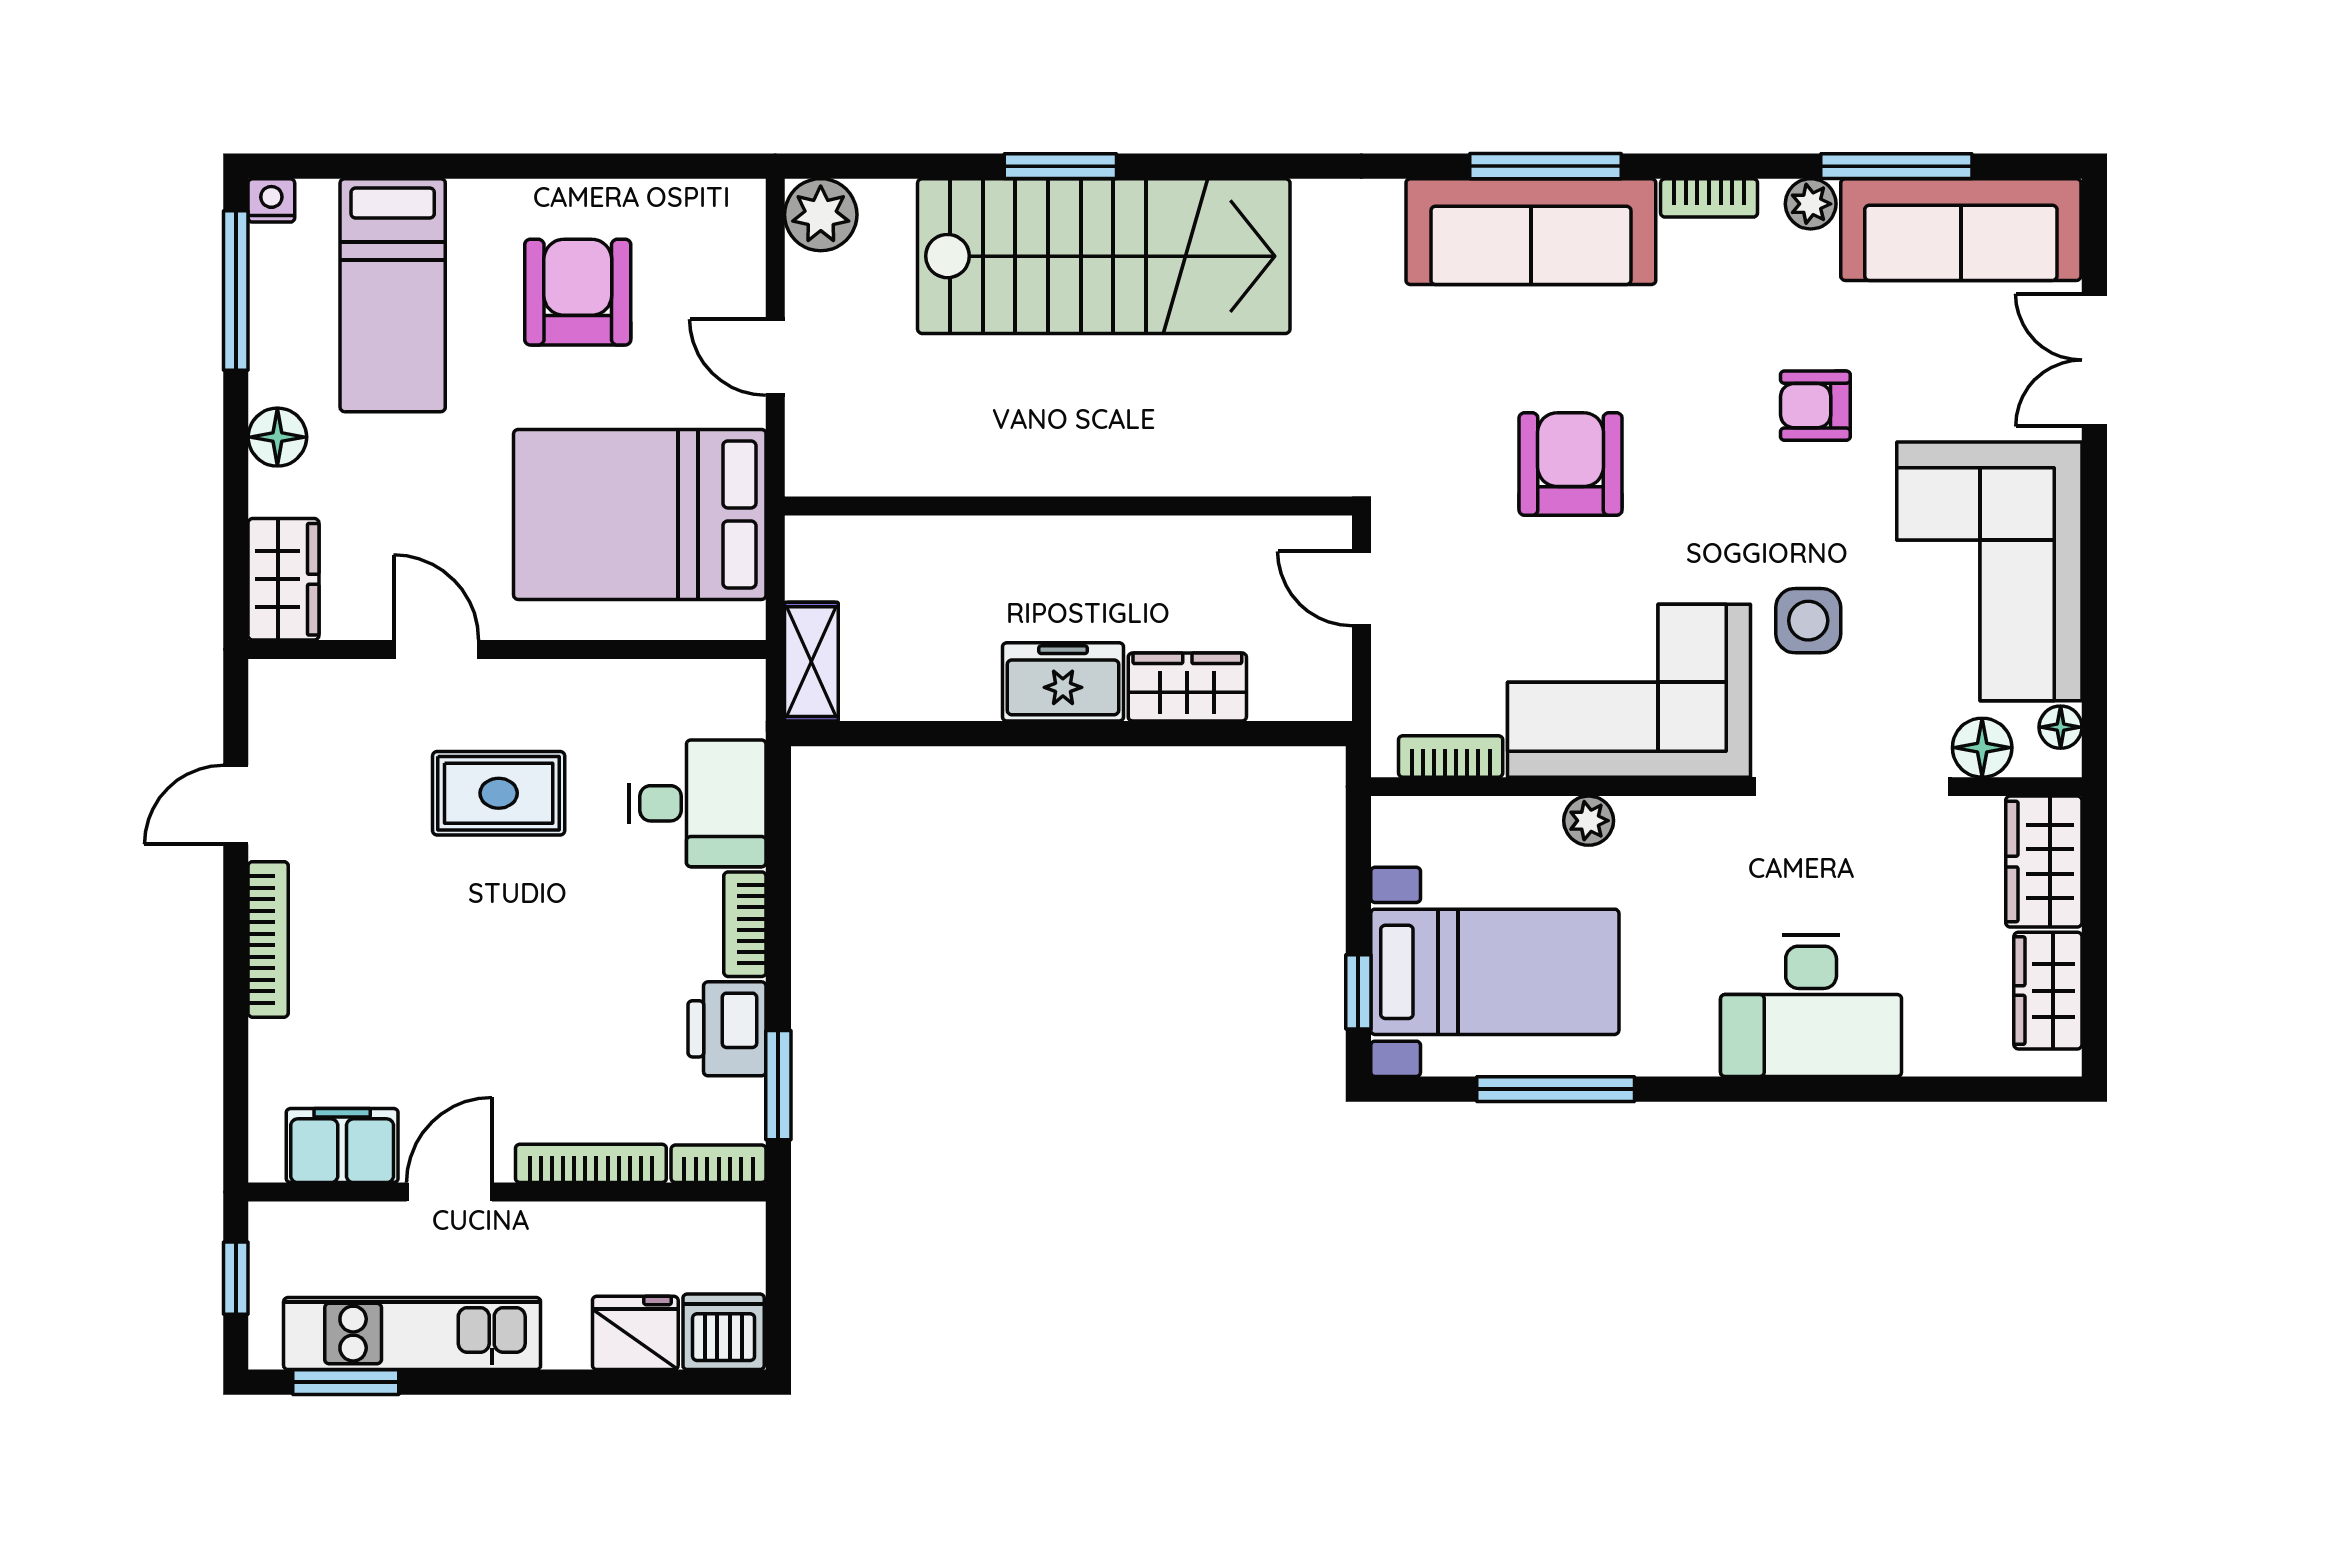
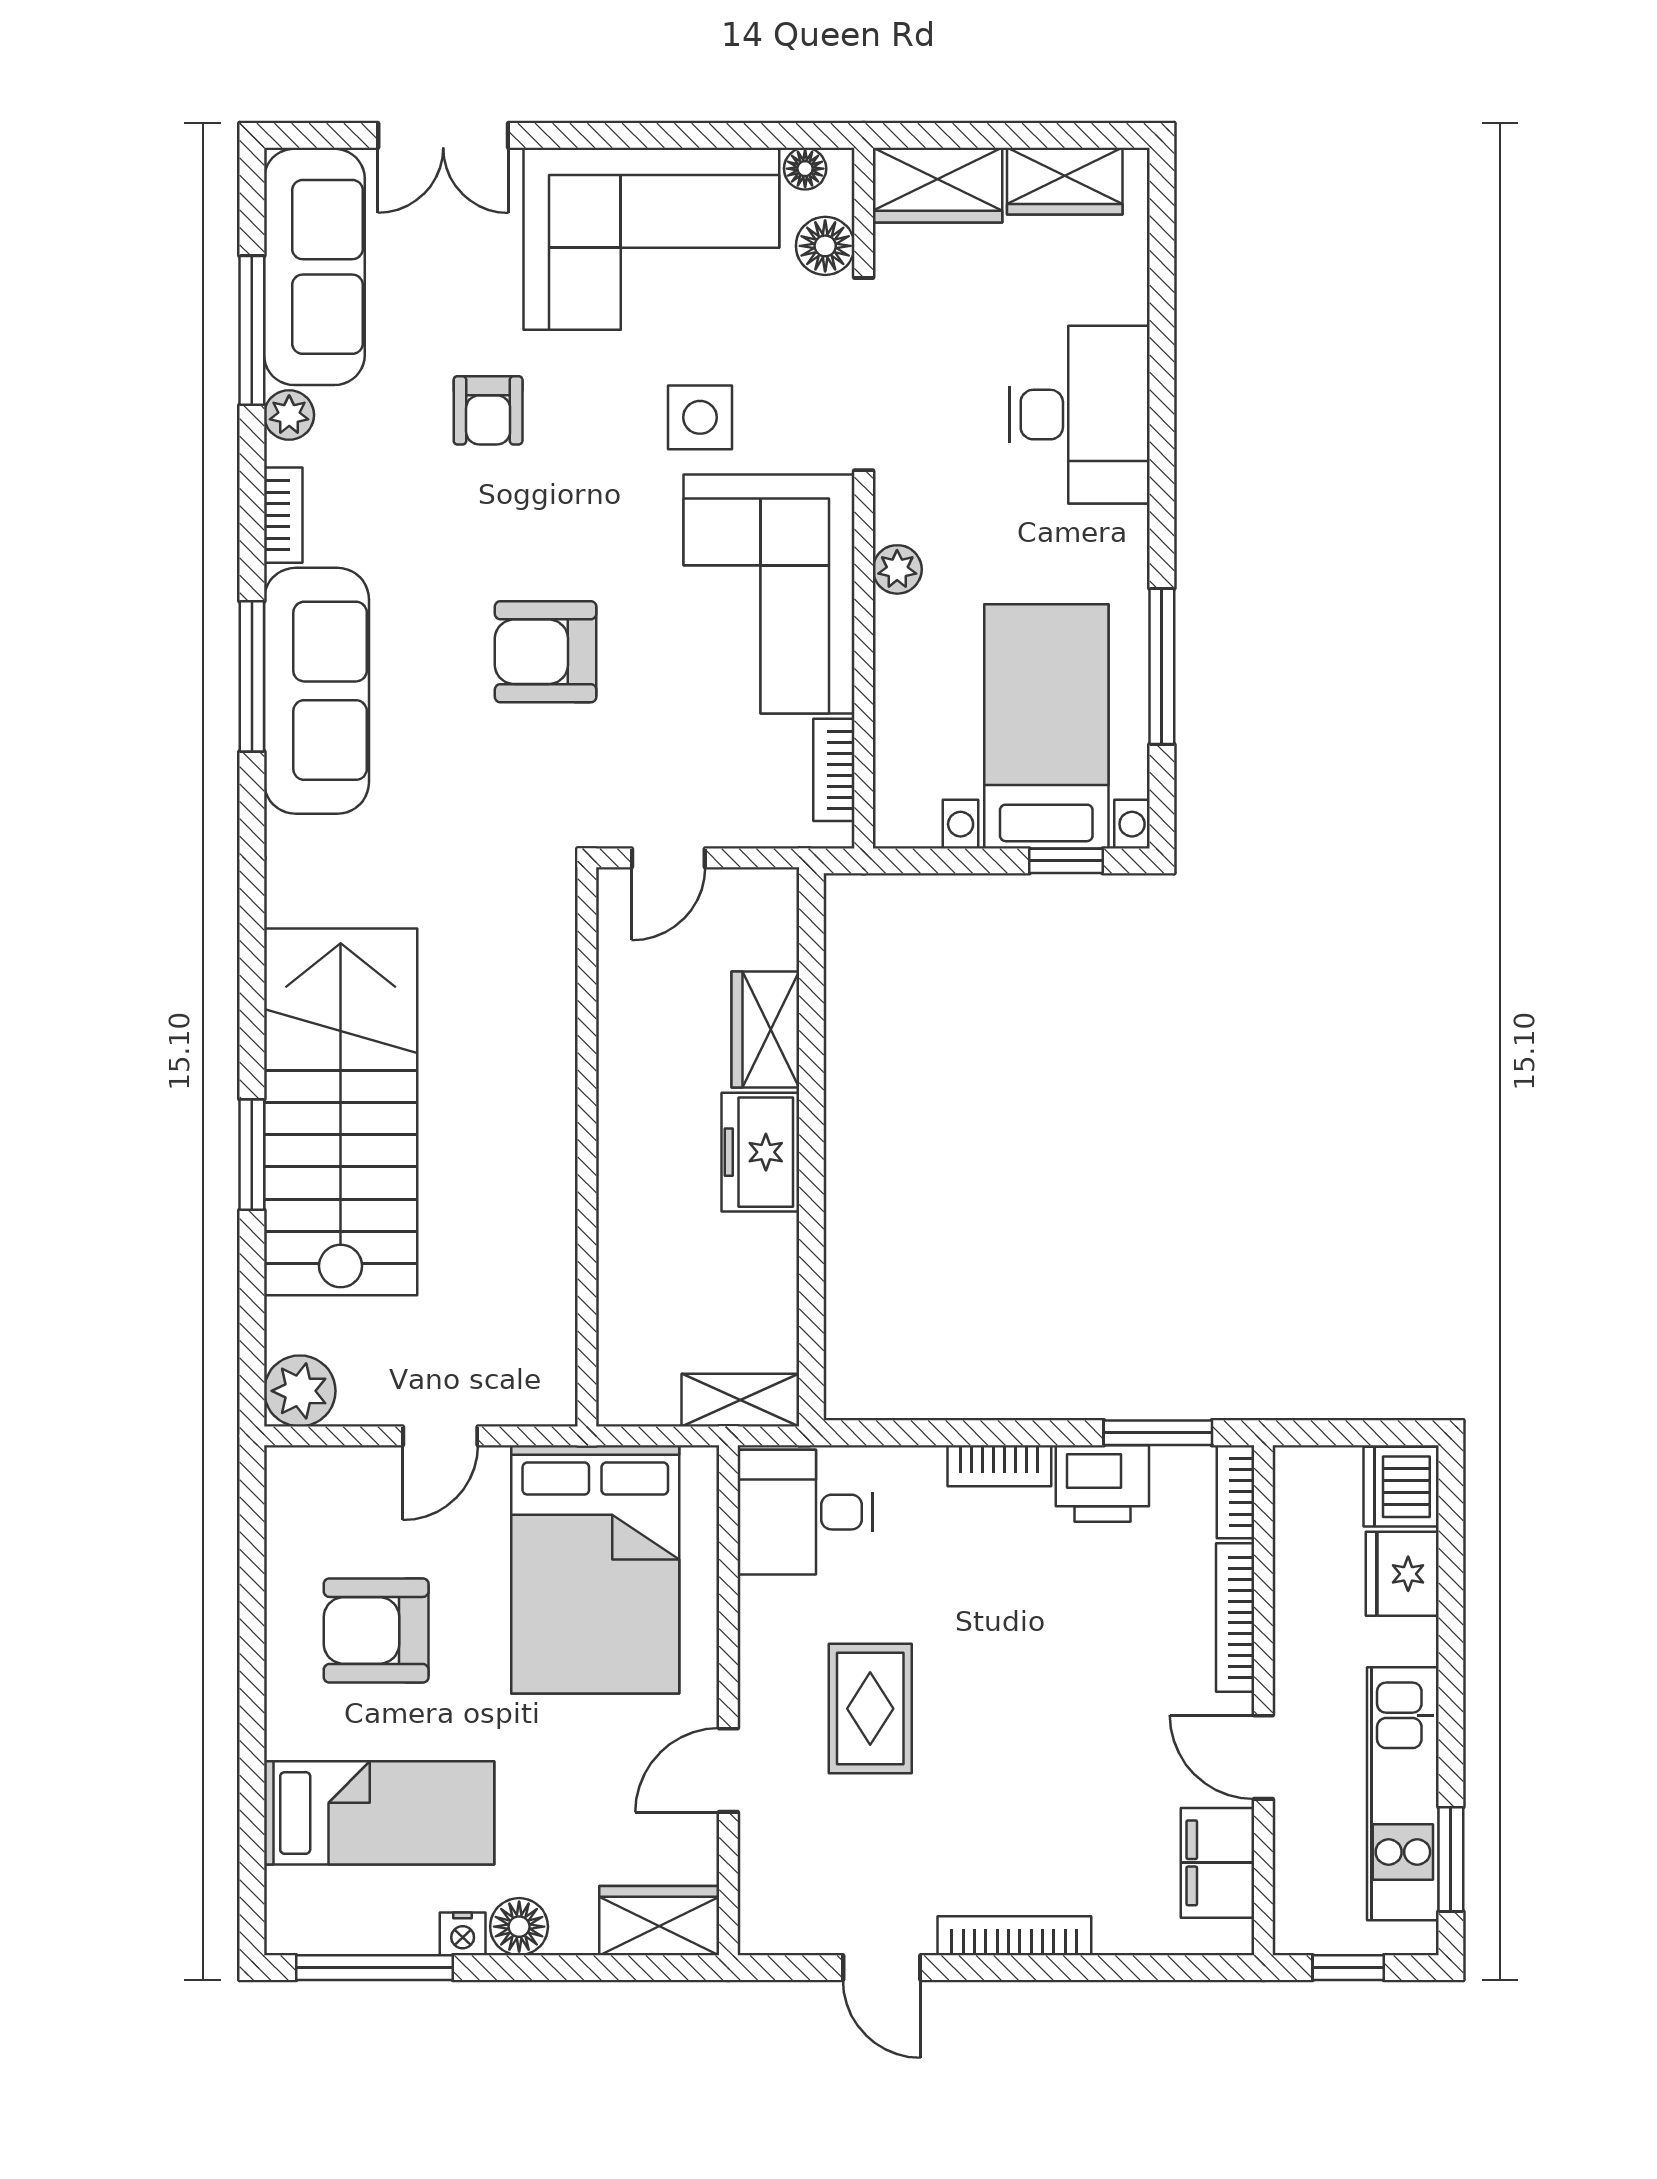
nightstand: (271, 200) -> (463, 1934), moved, turned -90
desk: (697, 803) -> (805, 1512), moved, turned -90
plant: (1589, 821) -> (897, 569), moved

